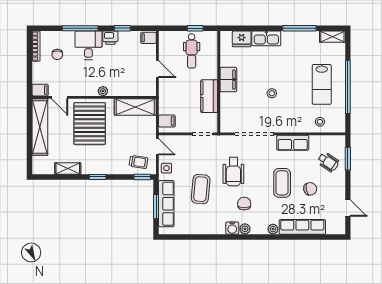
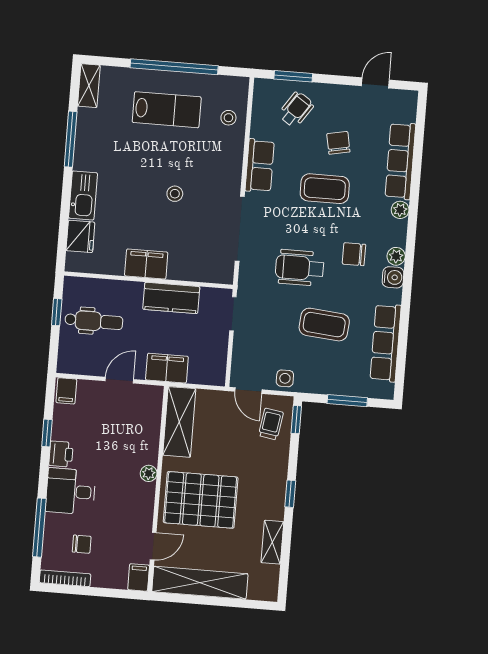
window: (80, 28) -> (39, 528), moved
filing cabinet: (167, 121) -> (167, 368), moved, width x2.00
door: (157, 147) -> (248, 391), swing flipped
wheelchair: (233, 172) -> (300, 268), turned 180
row of seats: (166, 204) -> (386, 343), moved, turned -90

